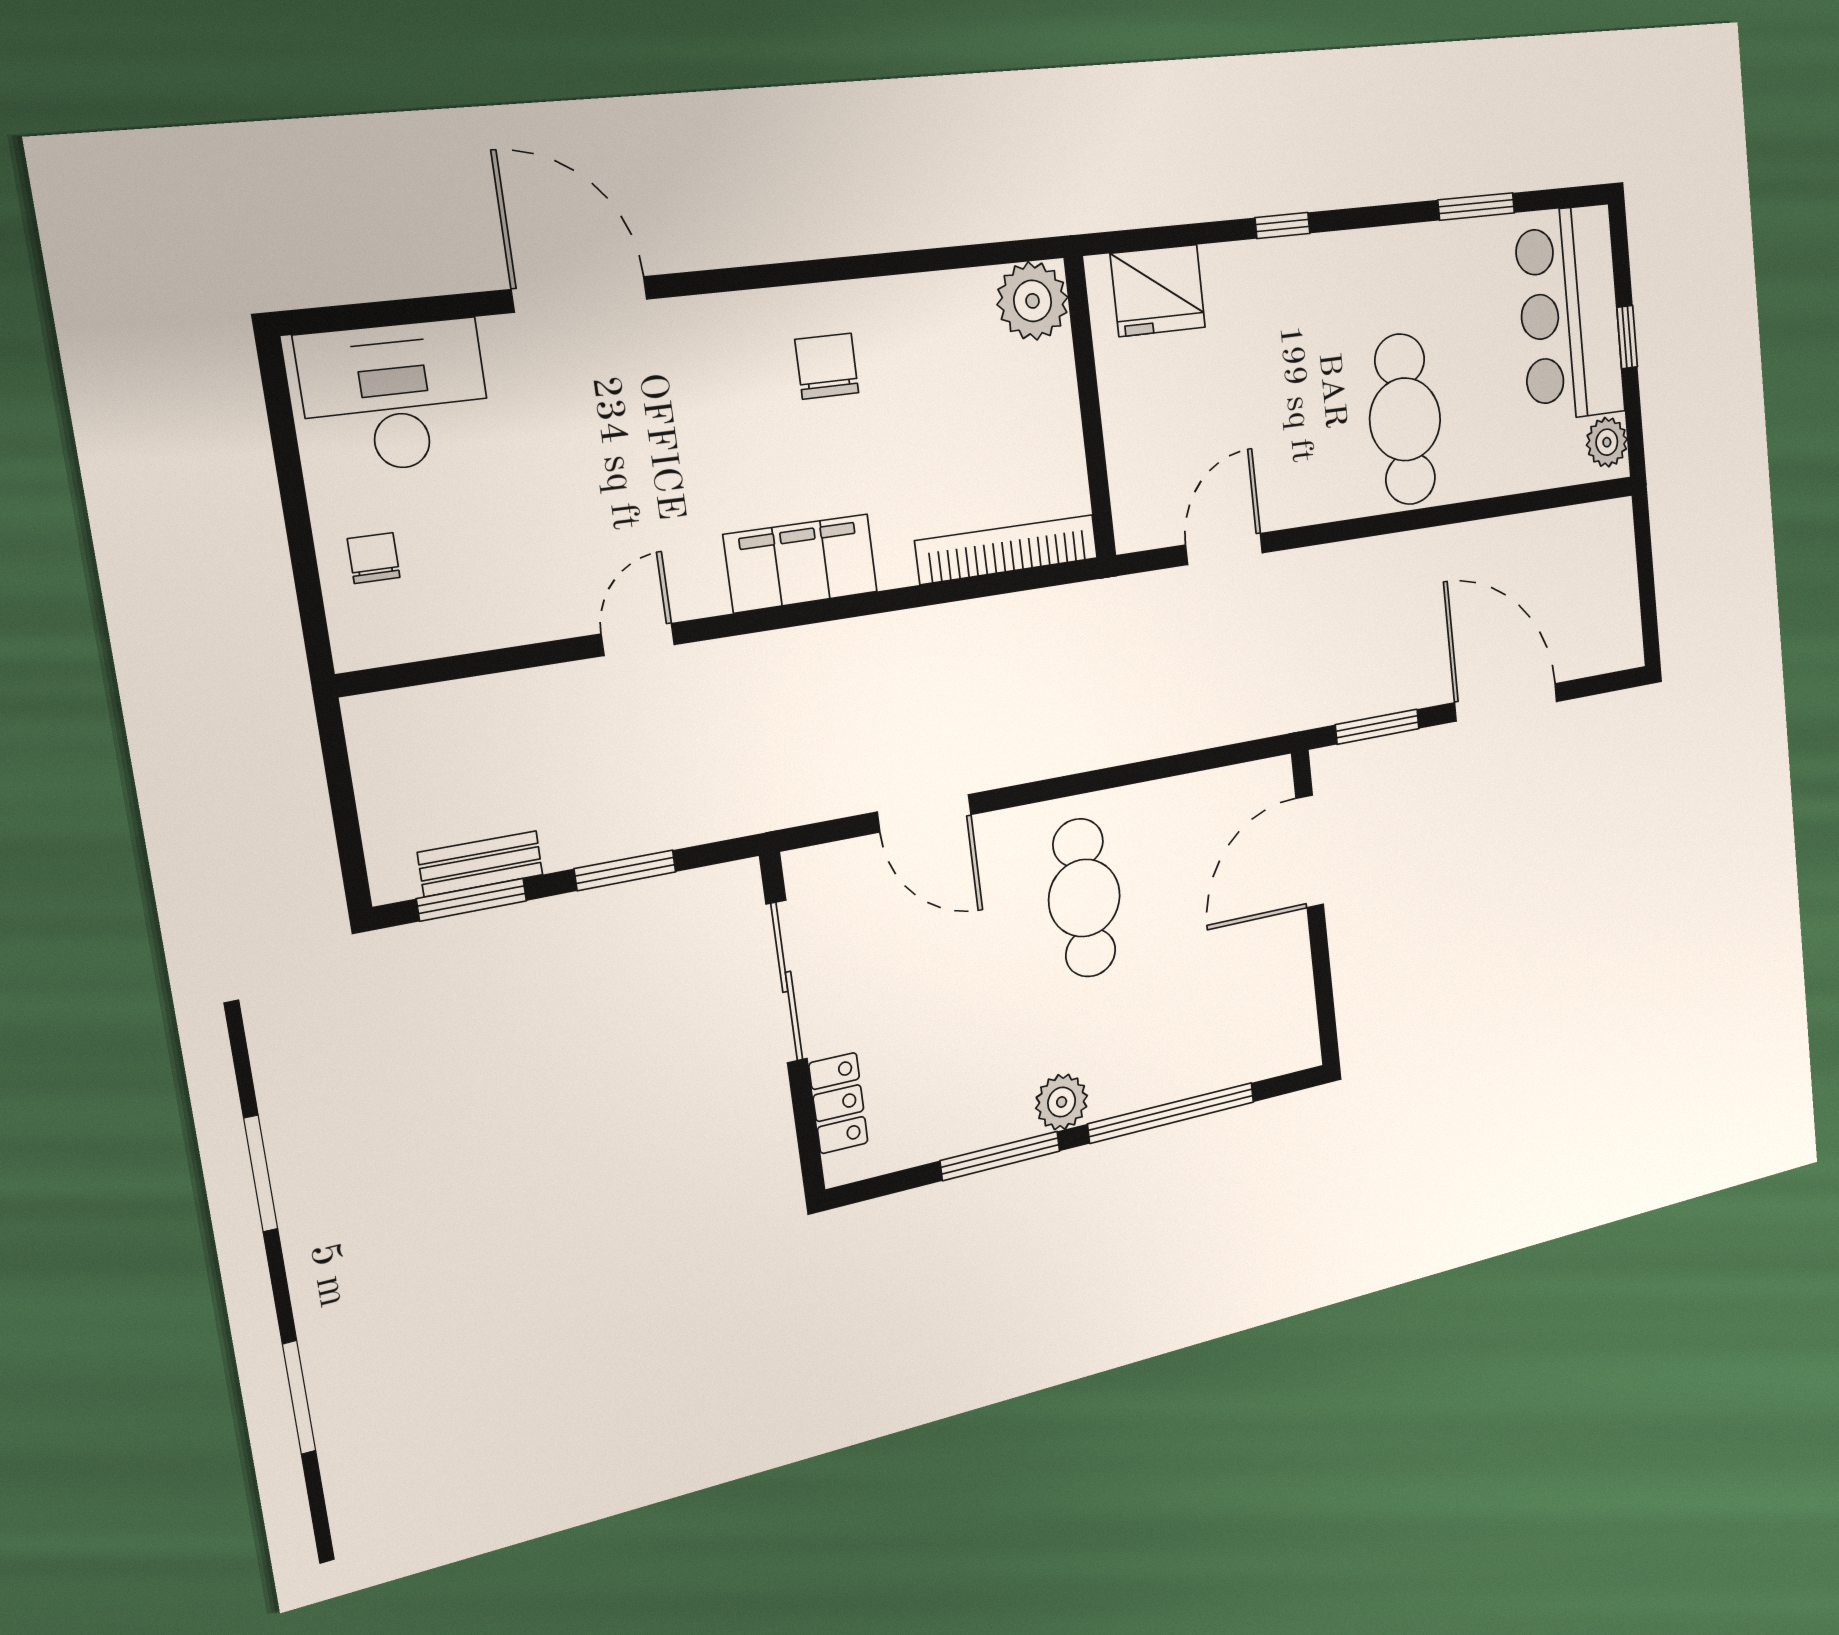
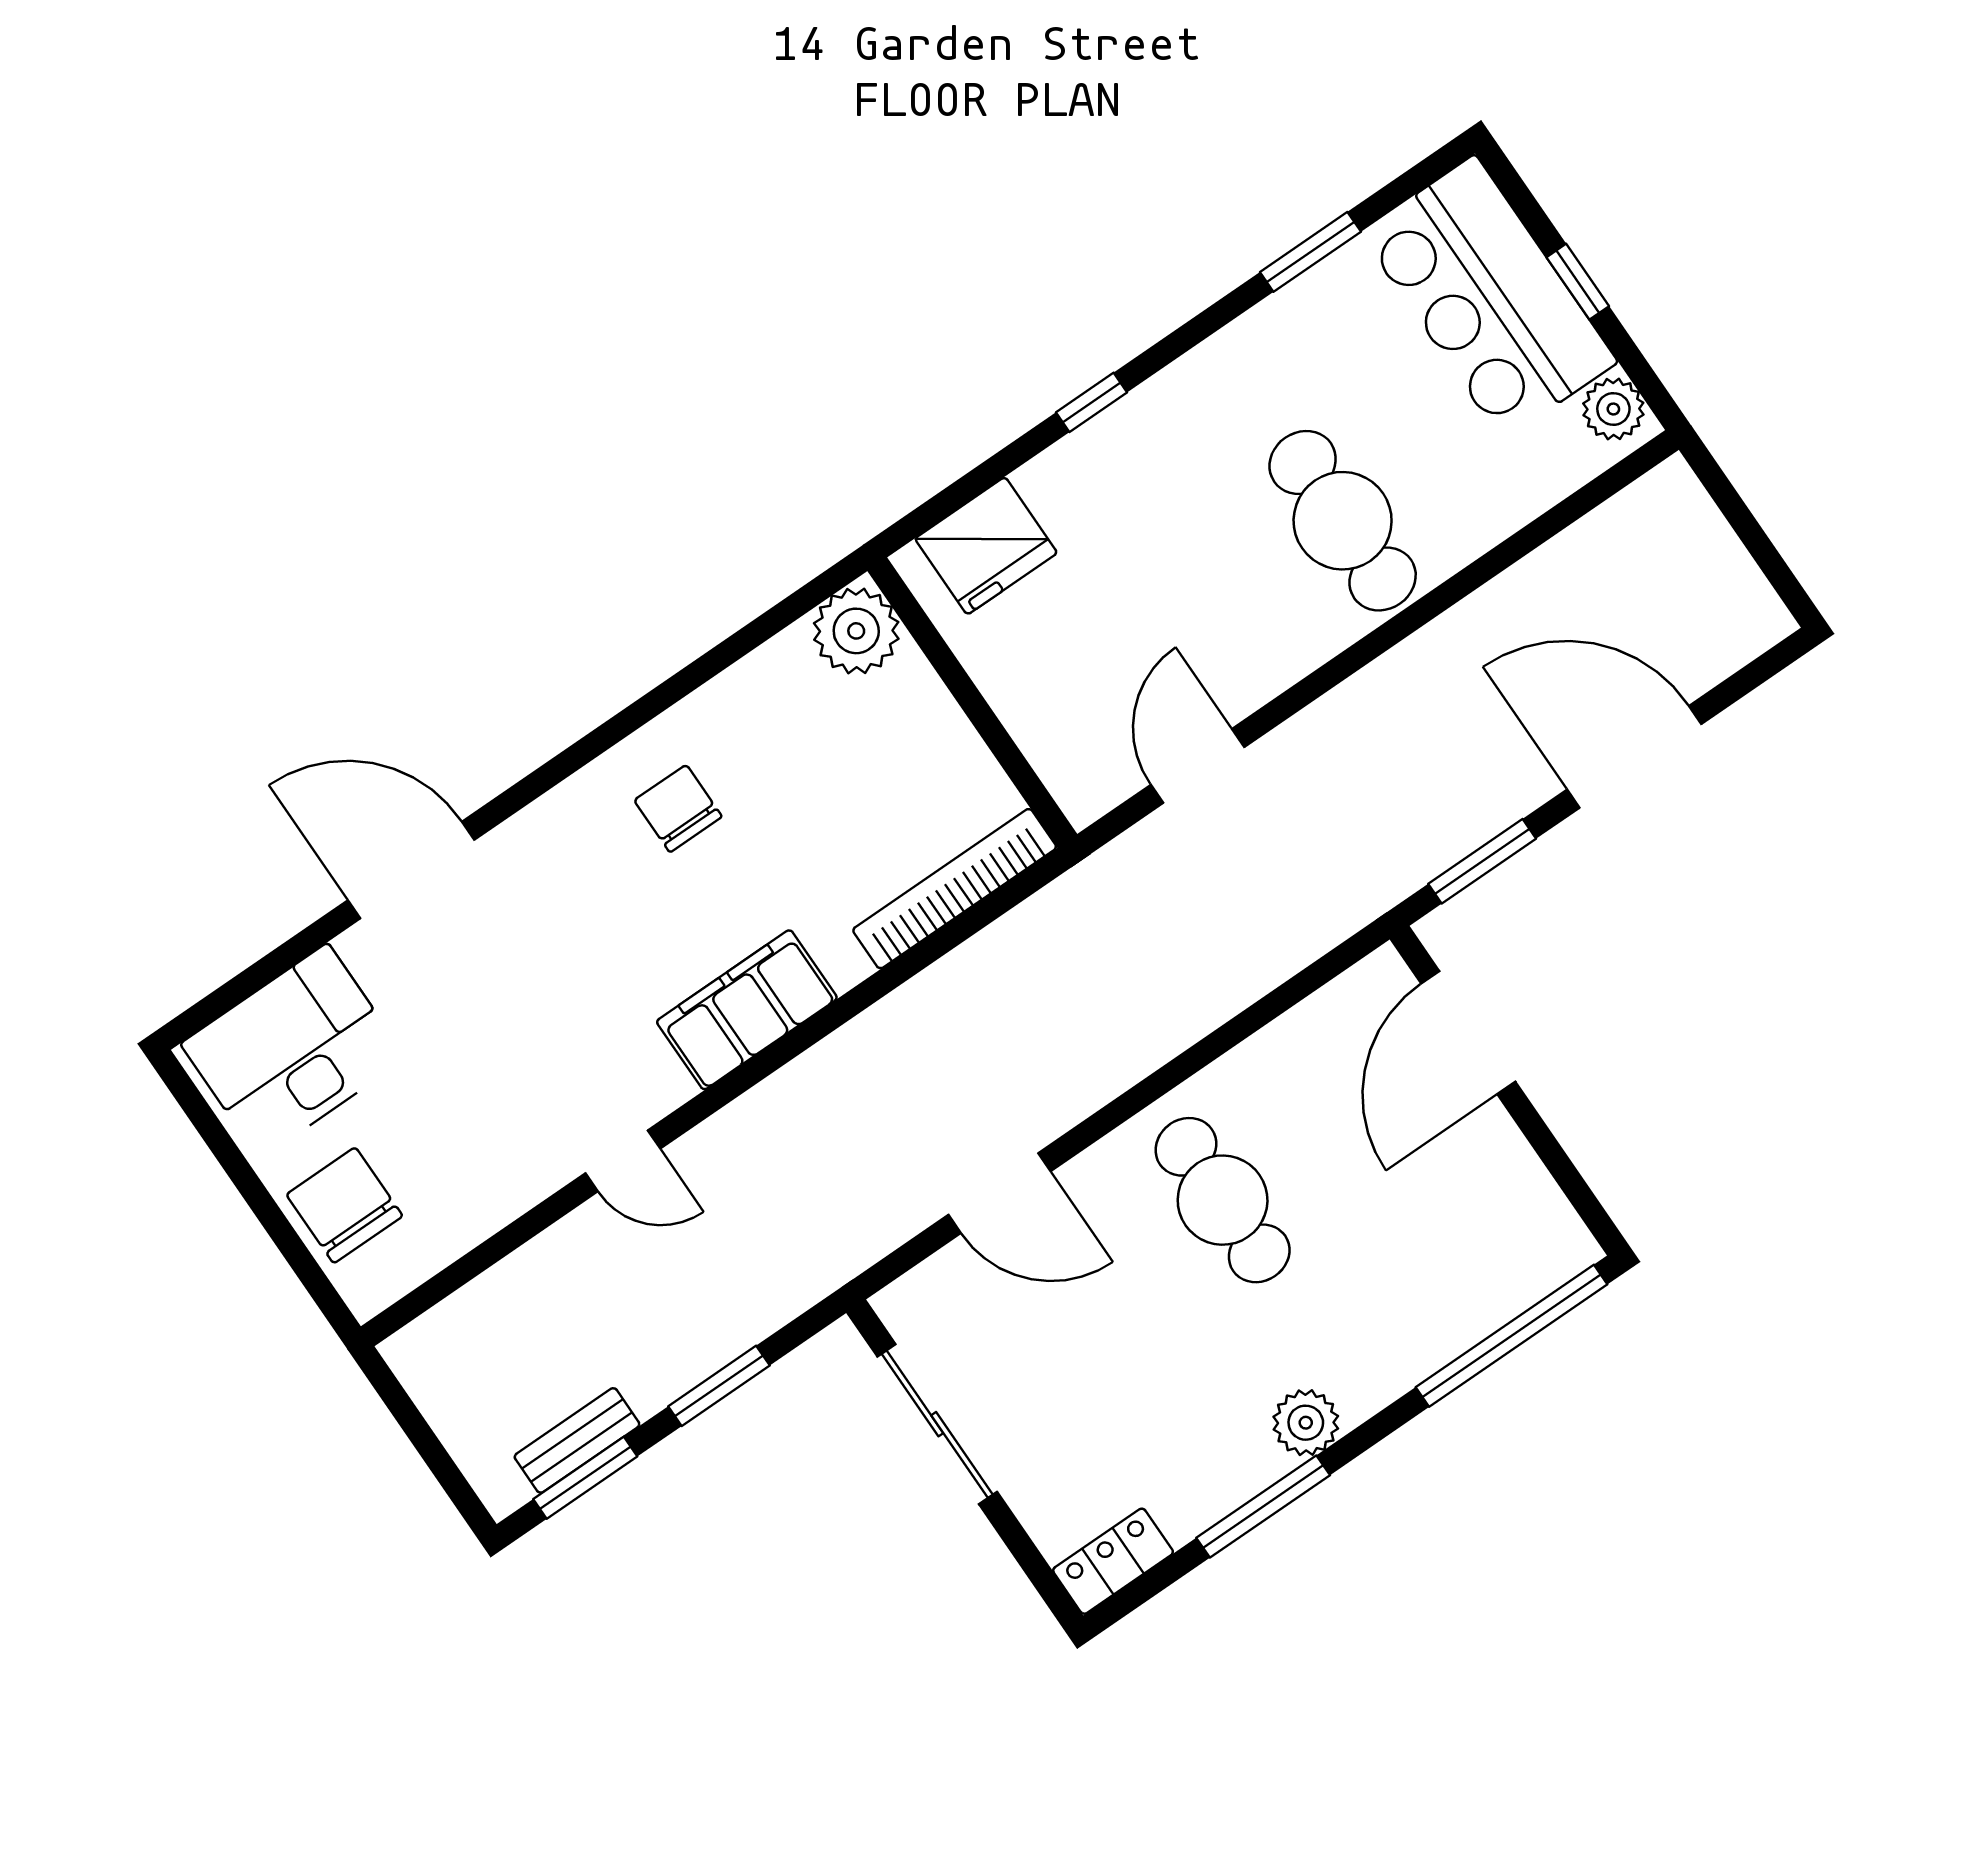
chair: (374, 558) -> (344, 1205), width x1.87, depth x1.87
door: (638, 639) -> (623, 1161), swing flipped
locker: (838, 1103) -> (1113, 1561), moved, turned -90
window: (1172, 1113) -> (1511, 1336), moved

